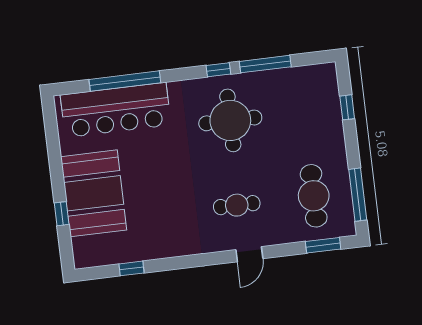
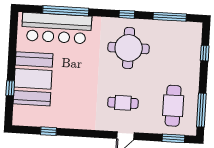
window: (265, 64) -> (170, 17), moved

